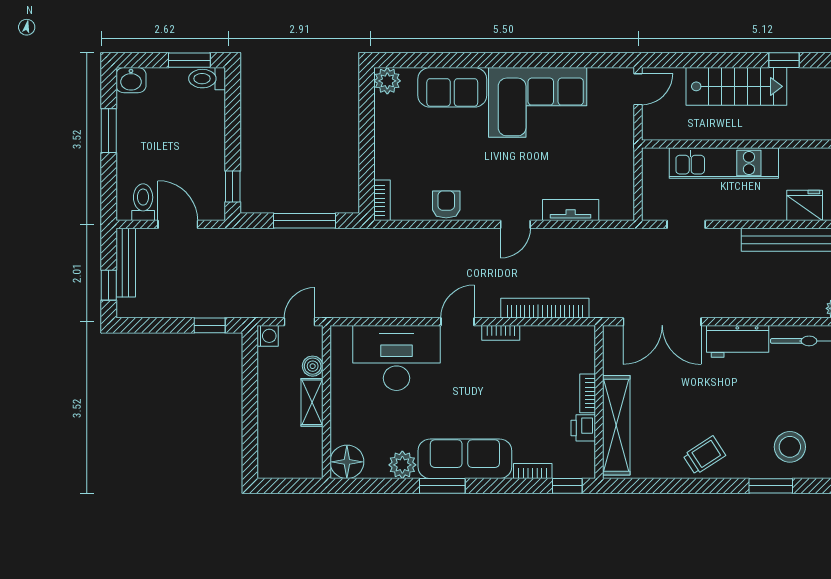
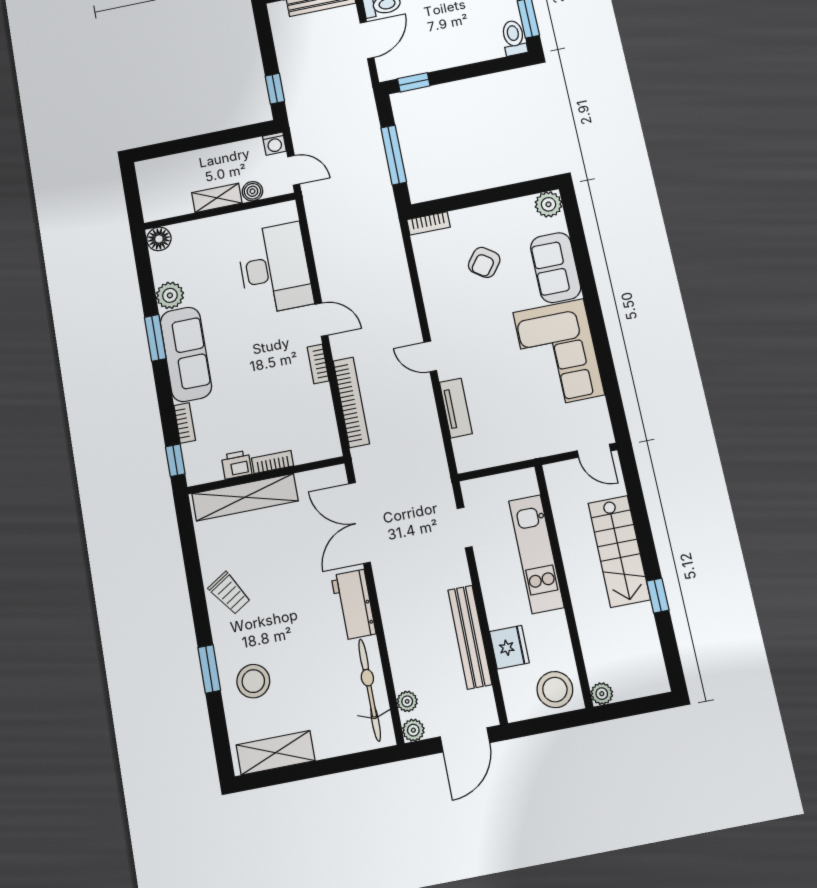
armchair: (446, 204) -> (484, 262), moved, turned 126
floor lamp: (347, 462) -> (159, 239), width x0.73, depth x0.73

